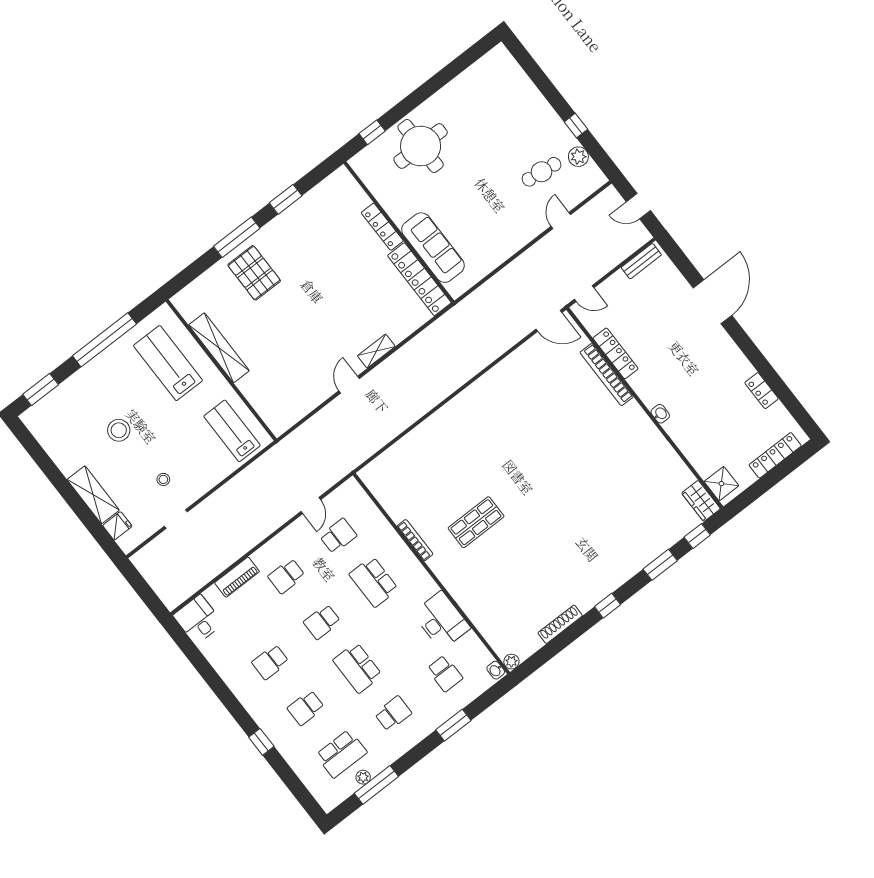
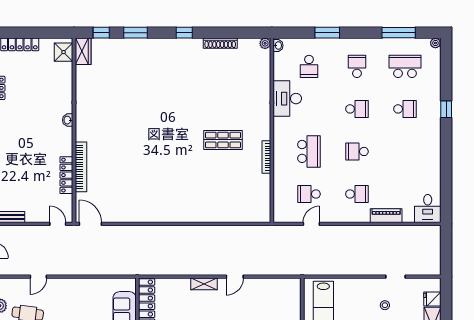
school desk: (322, 622) -> (357, 151), turned 180
school desk: (270, 662) -> (405, 151), removed
school desk: (358, 668) -> (357, 109), width x0.54
school desk: (445, 673) -> (309, 66), turned 180
school desk: (393, 714) -> (357, 66), turned 90
plant: (363, 777) -> (435, 43), moved

